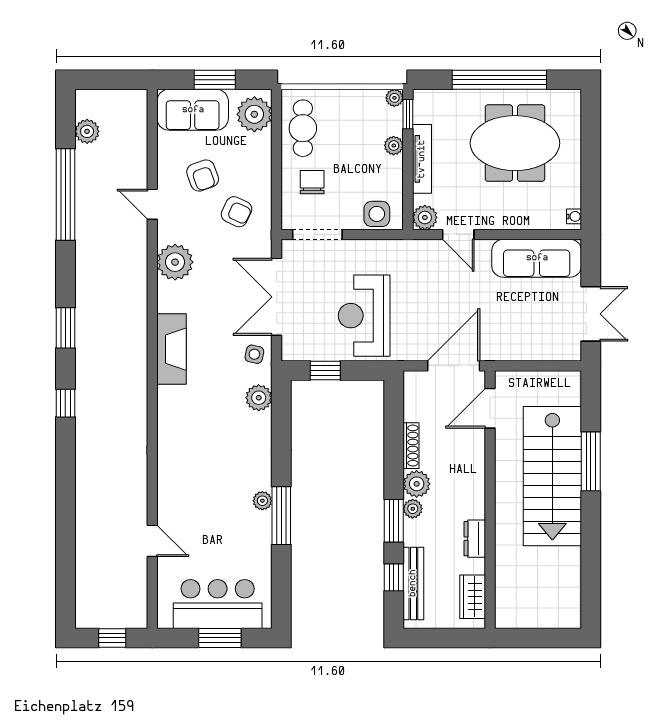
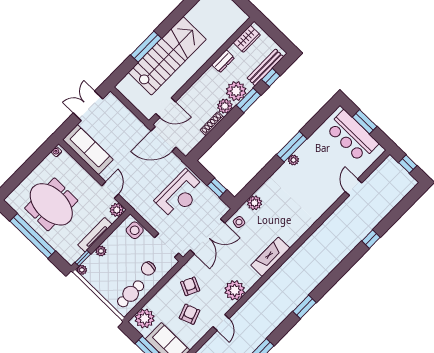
window: (65, 403) -> (371, 239), moved
plant: (413, 509) -> (236, 91), width x1.88, depth x1.88

